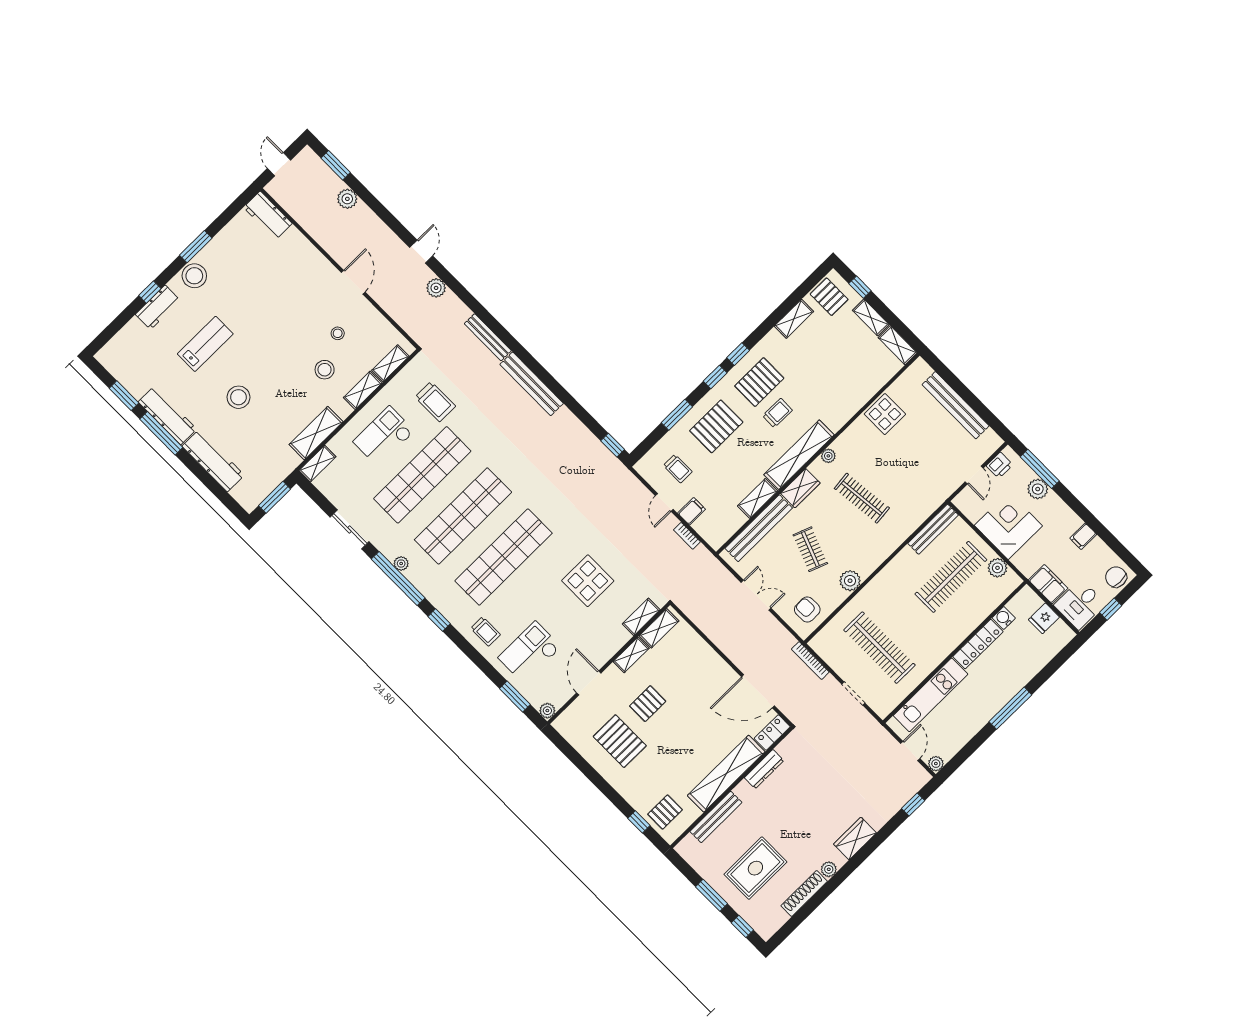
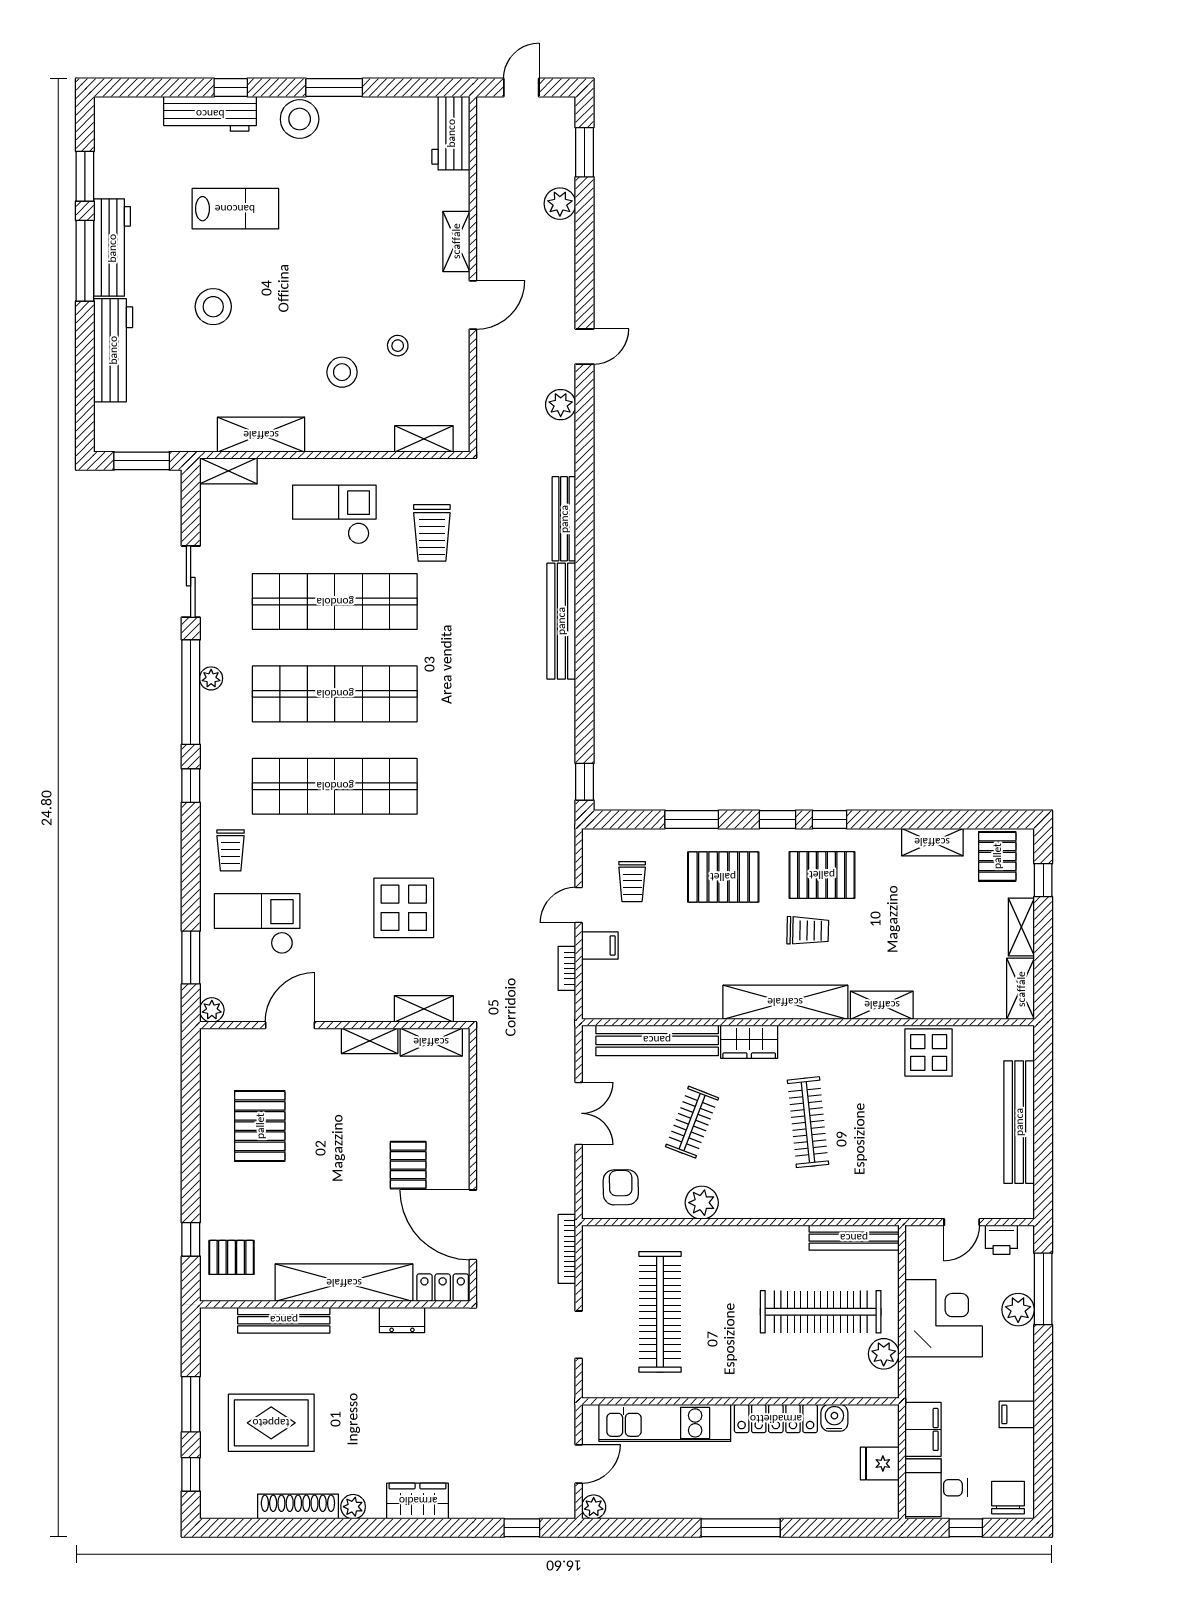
workbench: (158, 307) -> (210, 114), width x1.38
shelving: (363, 390) -> (456, 241), moved, turned 90
plant: (828, 456) -> (817, 1036), removed
shelving: (758, 498) -> (882, 1005), moved
pallet: (648, 704) -> (408, 1165), moved, turned 90
dresser: (764, 769) -> (402, 1320), width x0.70

